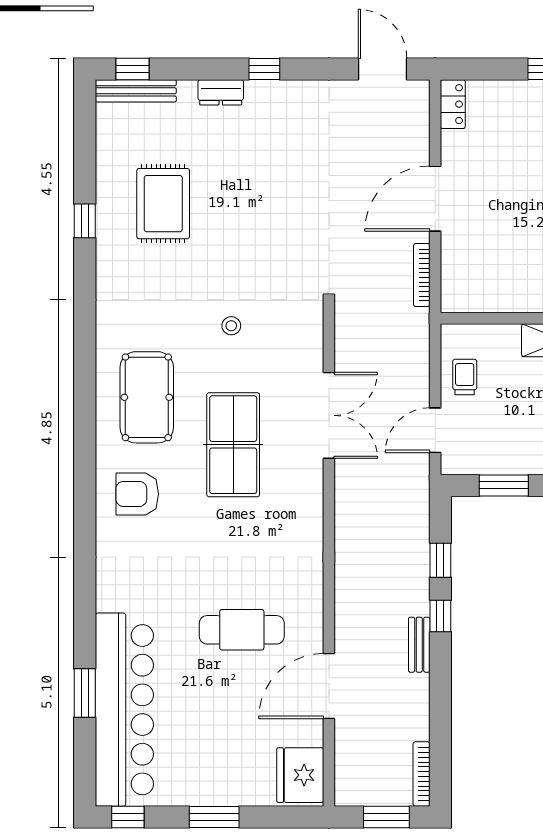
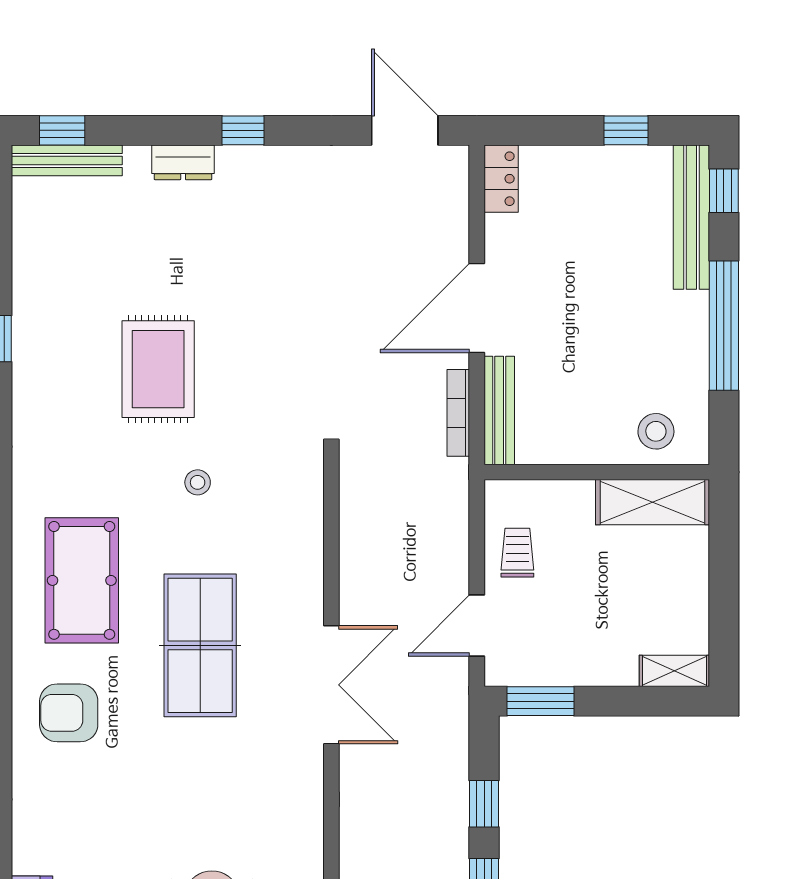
rug: (163, 204) -> (158, 369), moved
bench: (451, 273) -> (499, 411), added
double door: (329, 415) -> (331, 685), moved
window: (504, 485) -> (540, 701), moved

